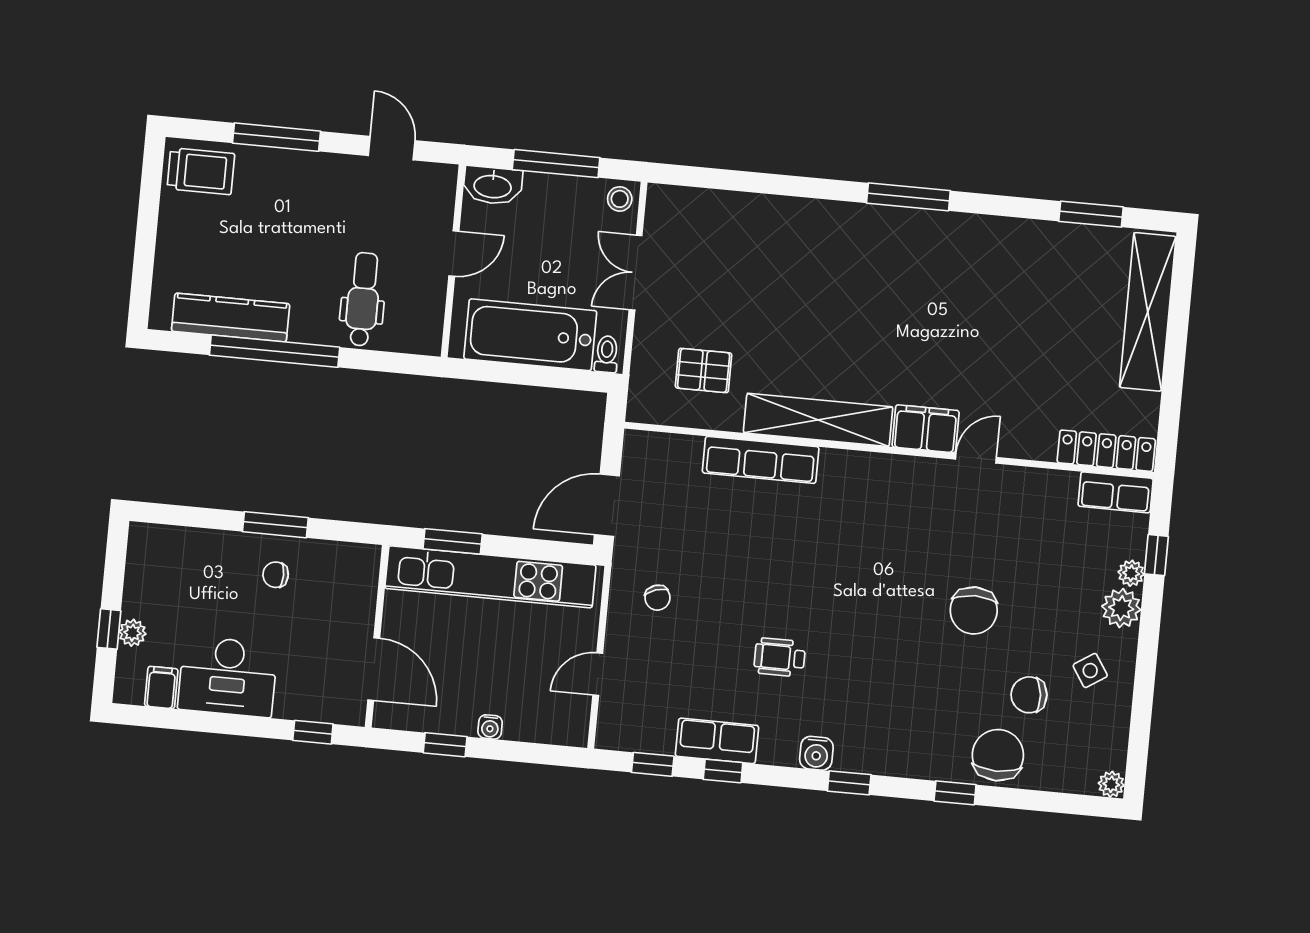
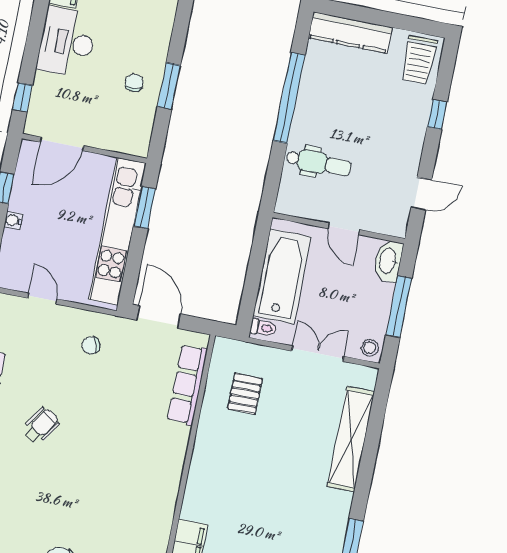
window: (276, 137) -> (437, 115), width x0.46
kitchen counter: (231, 318) -> (350, 33), moved, turned 90
shelving: (818, 420) -> (351, 439), moved
row of seats: (761, 460) -> (187, 385), moved
wheelchair: (780, 657) -> (41, 426), turned 33

